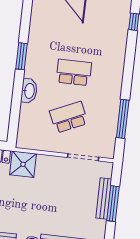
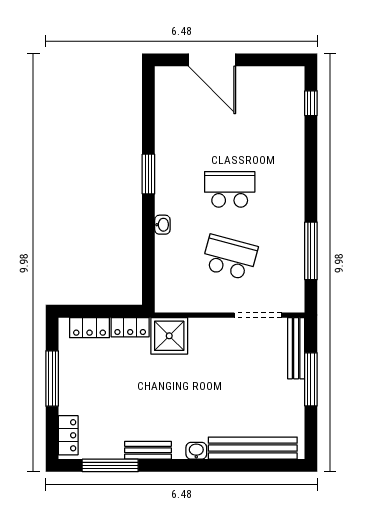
washbasin: (29, 91) -> (162, 225), width x0.52, depth x0.69
school desk: (69, 117) -> (230, 257), turned 39
bench: (104, 199) -> (296, 348), moved

